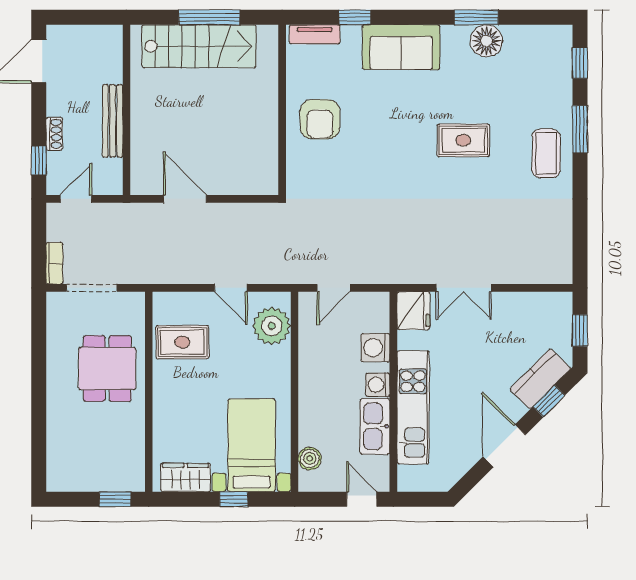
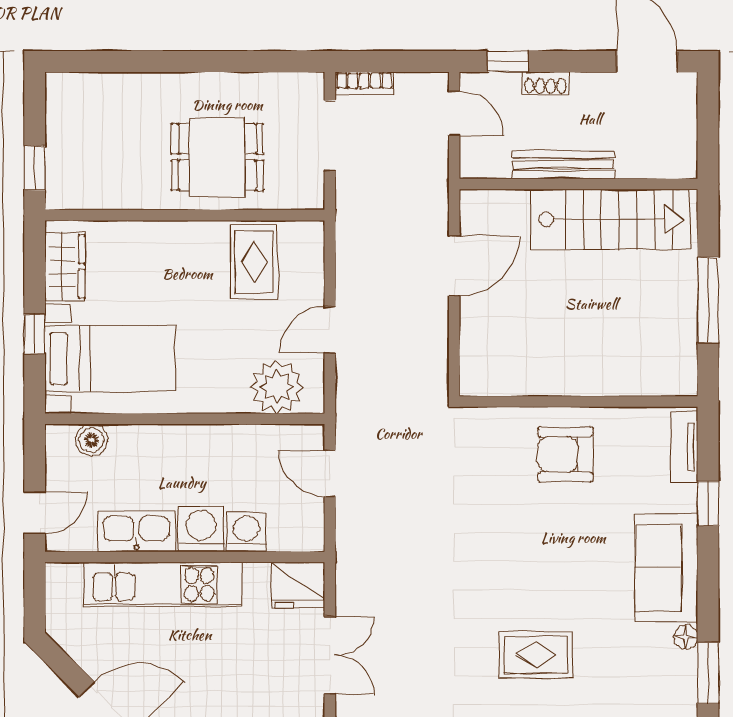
floor lamp: (486, 41) -> (686, 637), moved, width x0.53, depth x0.53
stairs: (199, 46) -> (610, 219), moved, turned -90
rug: (463, 140) -> (536, 655), turned 90
double door: (464, 288) -> (330, 655), swing flipped
washing machine: (378, 385) -> (201, 529), width x1.38, depth x1.38

